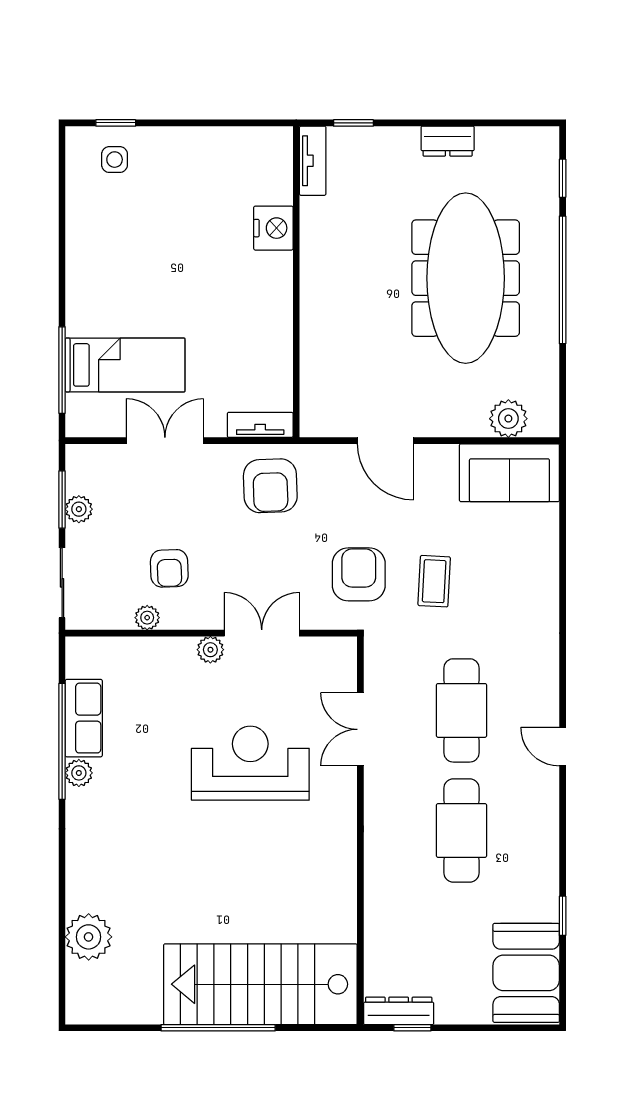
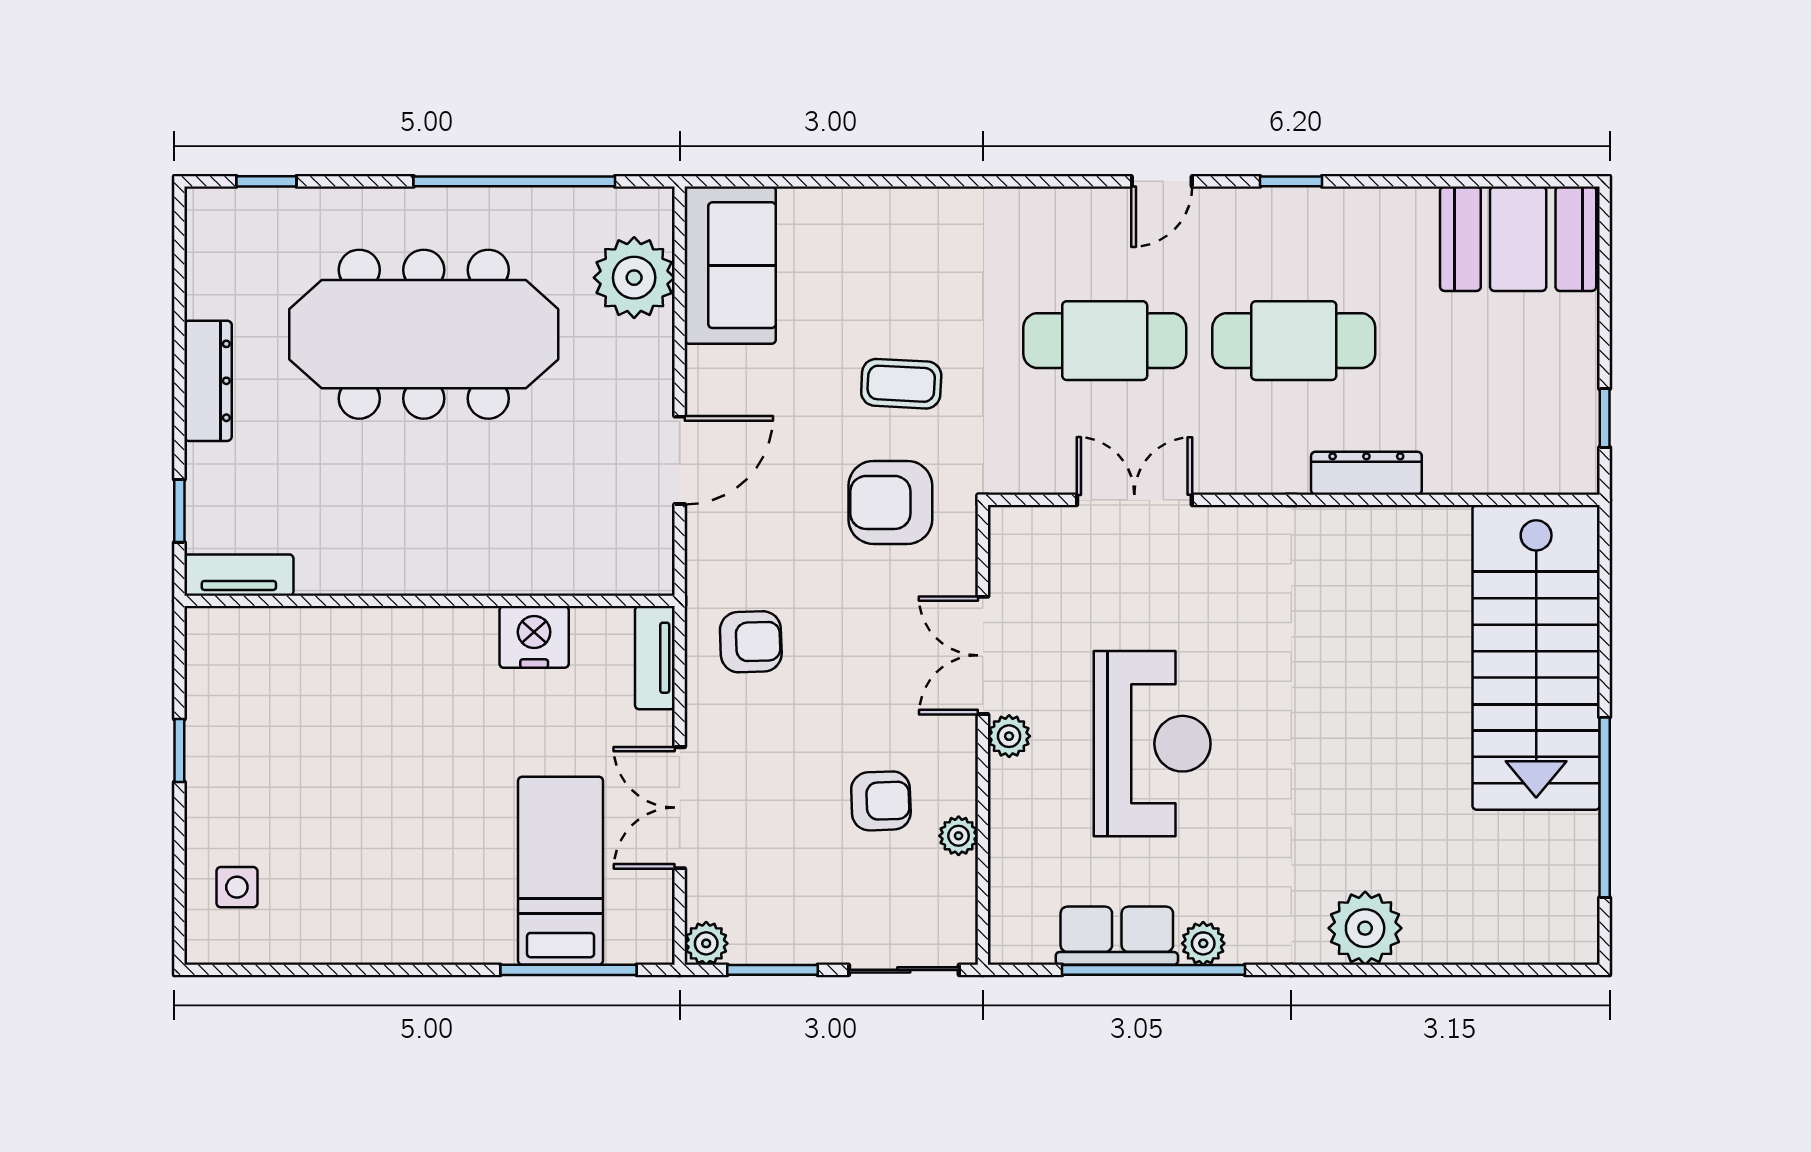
window: (116, 123) -> (179, 751), moved
dresser: (448, 141) -> (208, 381), width x1.44
nightstand: (273, 228) -> (534, 637), moved
window: (563, 280) -> (514, 181), moved
plant: (508, 419) -> (634, 278), width x1.36, depth x1.36
armchair: (270, 486) -> (751, 642), width x0.72, depth x0.72
plant: (79, 509) -> (706, 943), moved
double door: (360, 729) -> (1134, 500), swing flipped
reception desk: (250, 763) -> (1152, 744), moved, turned 180
window: (563, 916) -> (1291, 181), moved
plant: (89, 937) -> (1365, 928), moved
dresser: (399, 1011) -> (1366, 473), moved, turned 90
window: (218, 1028) -> (1605, 807), moved

